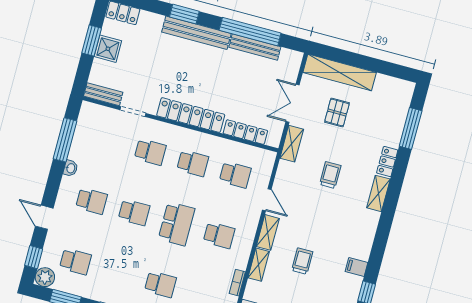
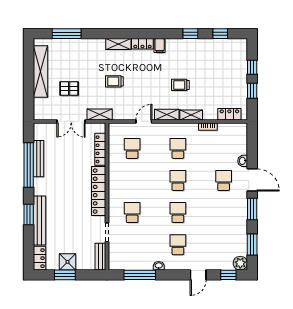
bench: (196, 33) -> (40, 221), moved
shelving: (340, 72) -> (40, 72), moved
locker: (387, 162) -> (142, 44), moved
school desk: (193, 163) -> (132, 180), removed
school desk: (177, 224) -> (178, 180), width x0.54
school desk: (75, 261) -> (224, 245), removed
filing cabinet: (357, 267) -> (160, 46), moved

